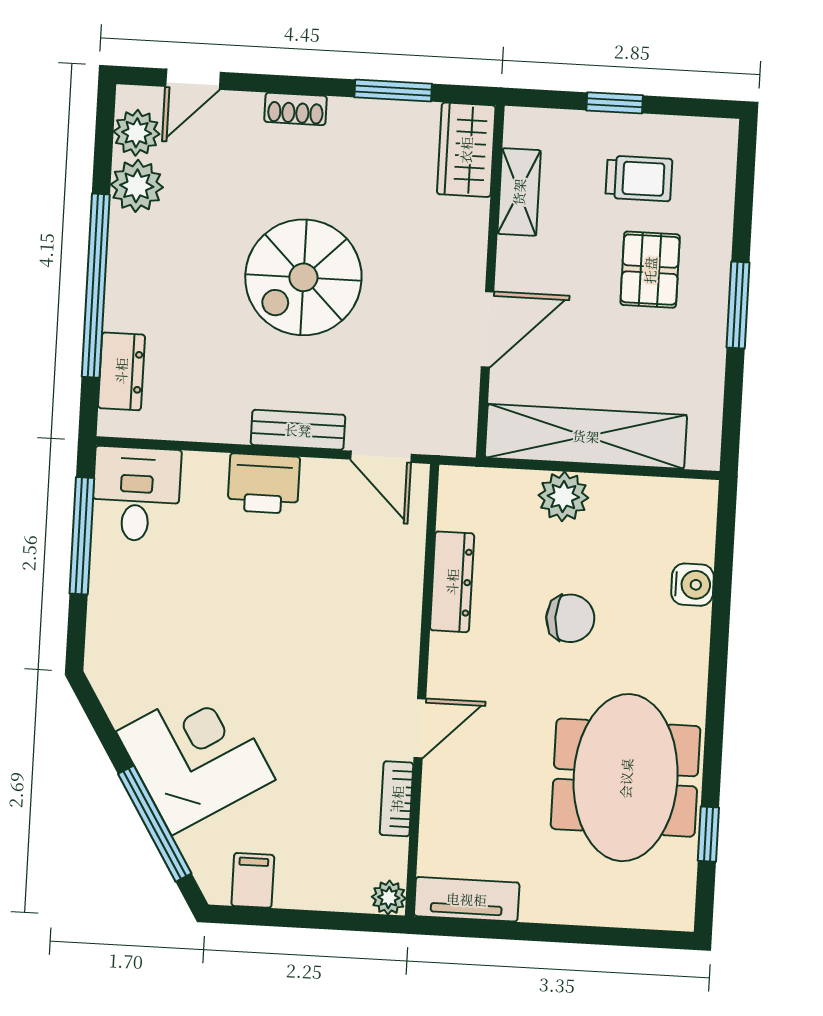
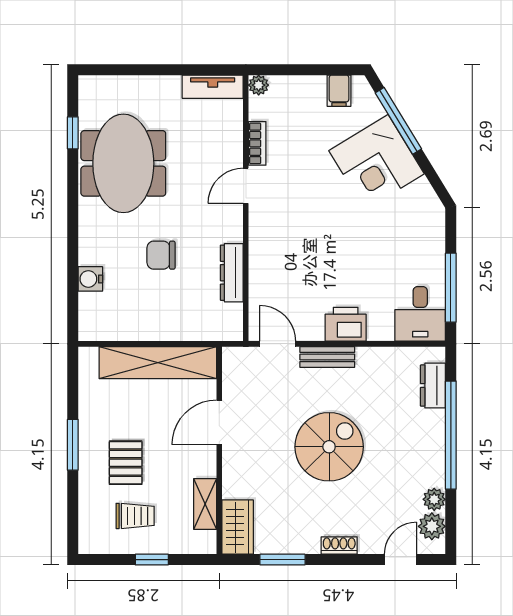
trolley: (639, 178) -> (135, 516), turned 180
plant: (137, 186) -> (434, 499), width x0.73, depth x0.73
plant: (563, 497) -> (169, 327), removed

